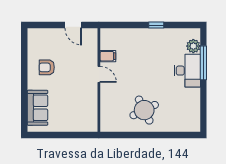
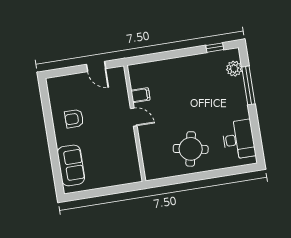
window: (156, 25) -> (215, 48), moved
desk: (187, 71) -> (239, 139), moved
round table: (144, 110) -> (191, 149), turned 37

